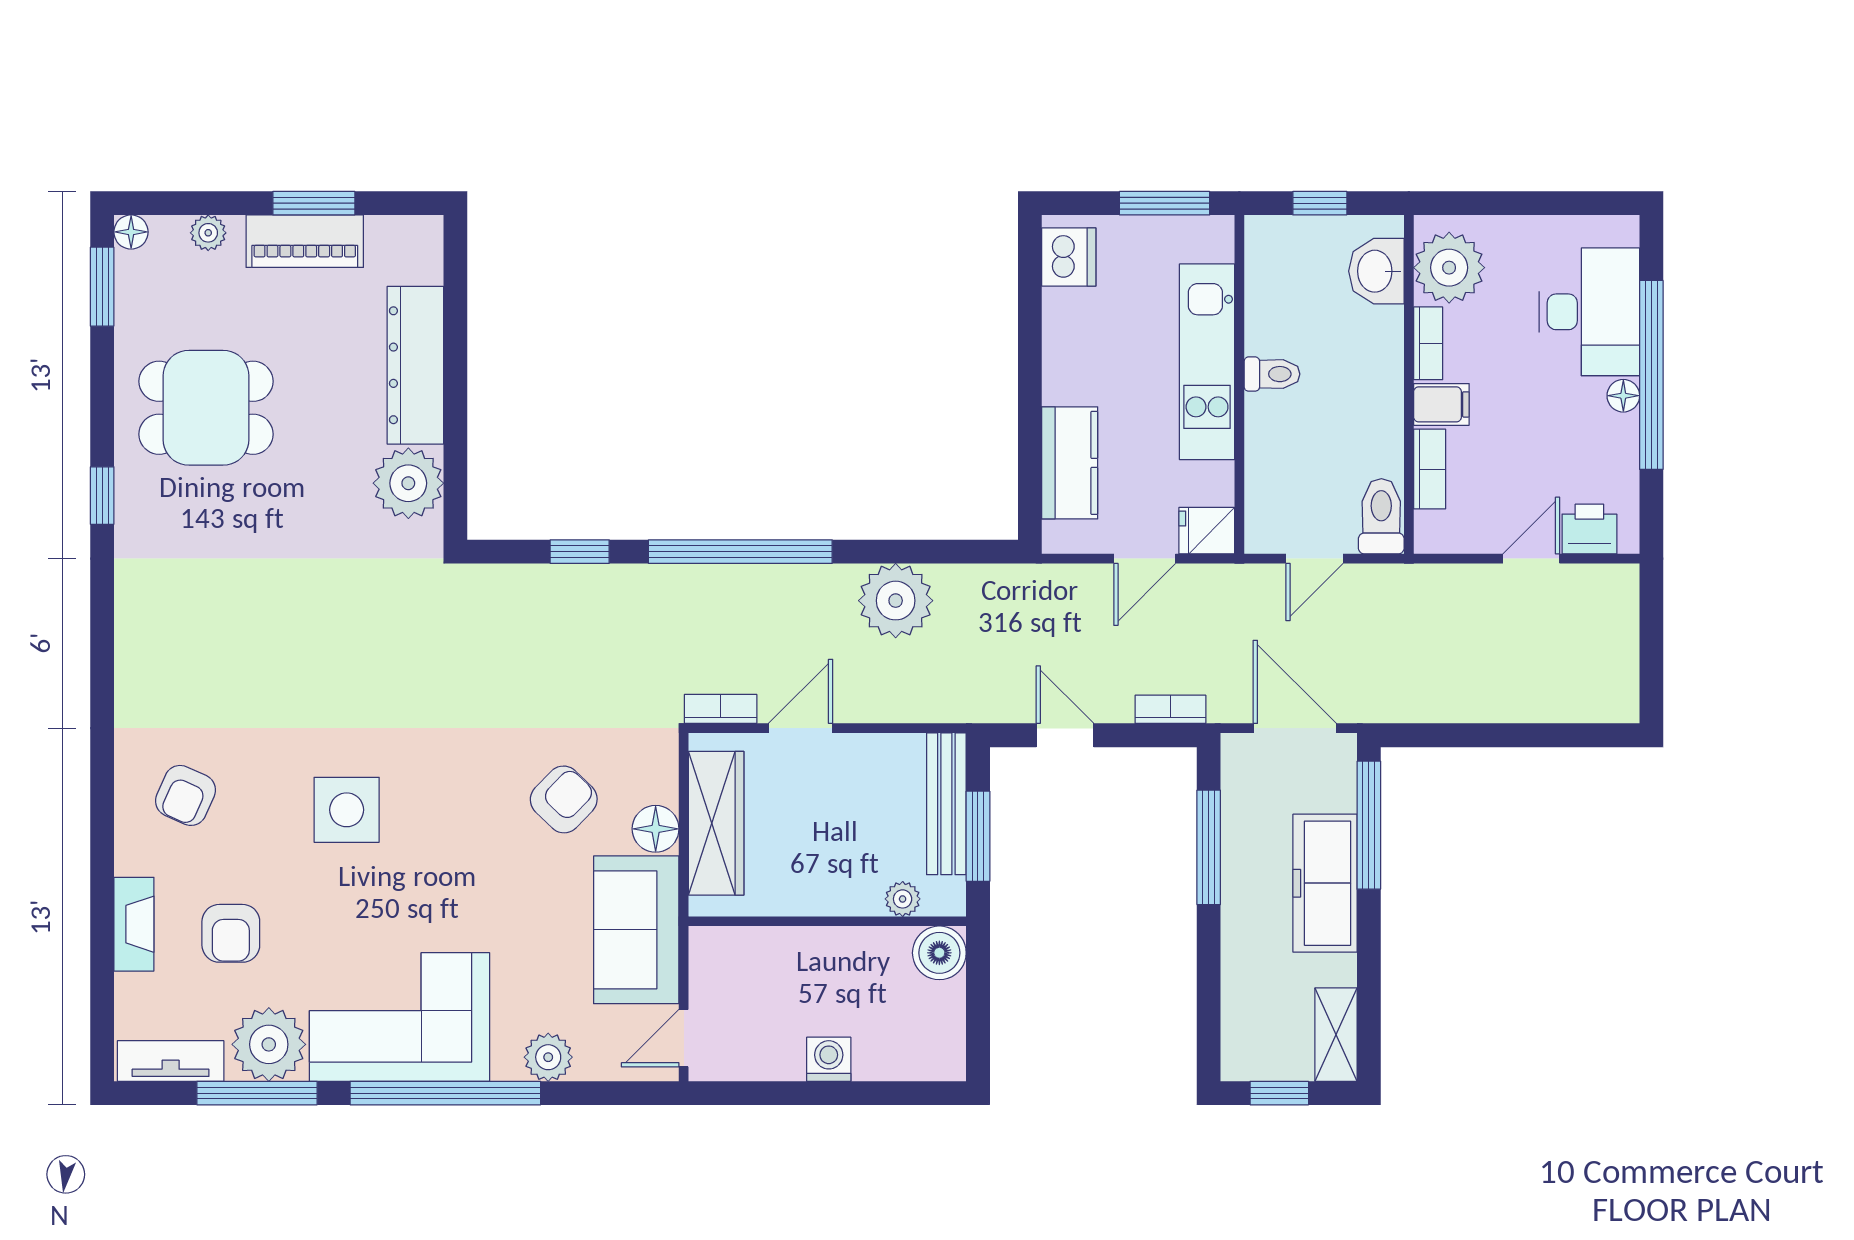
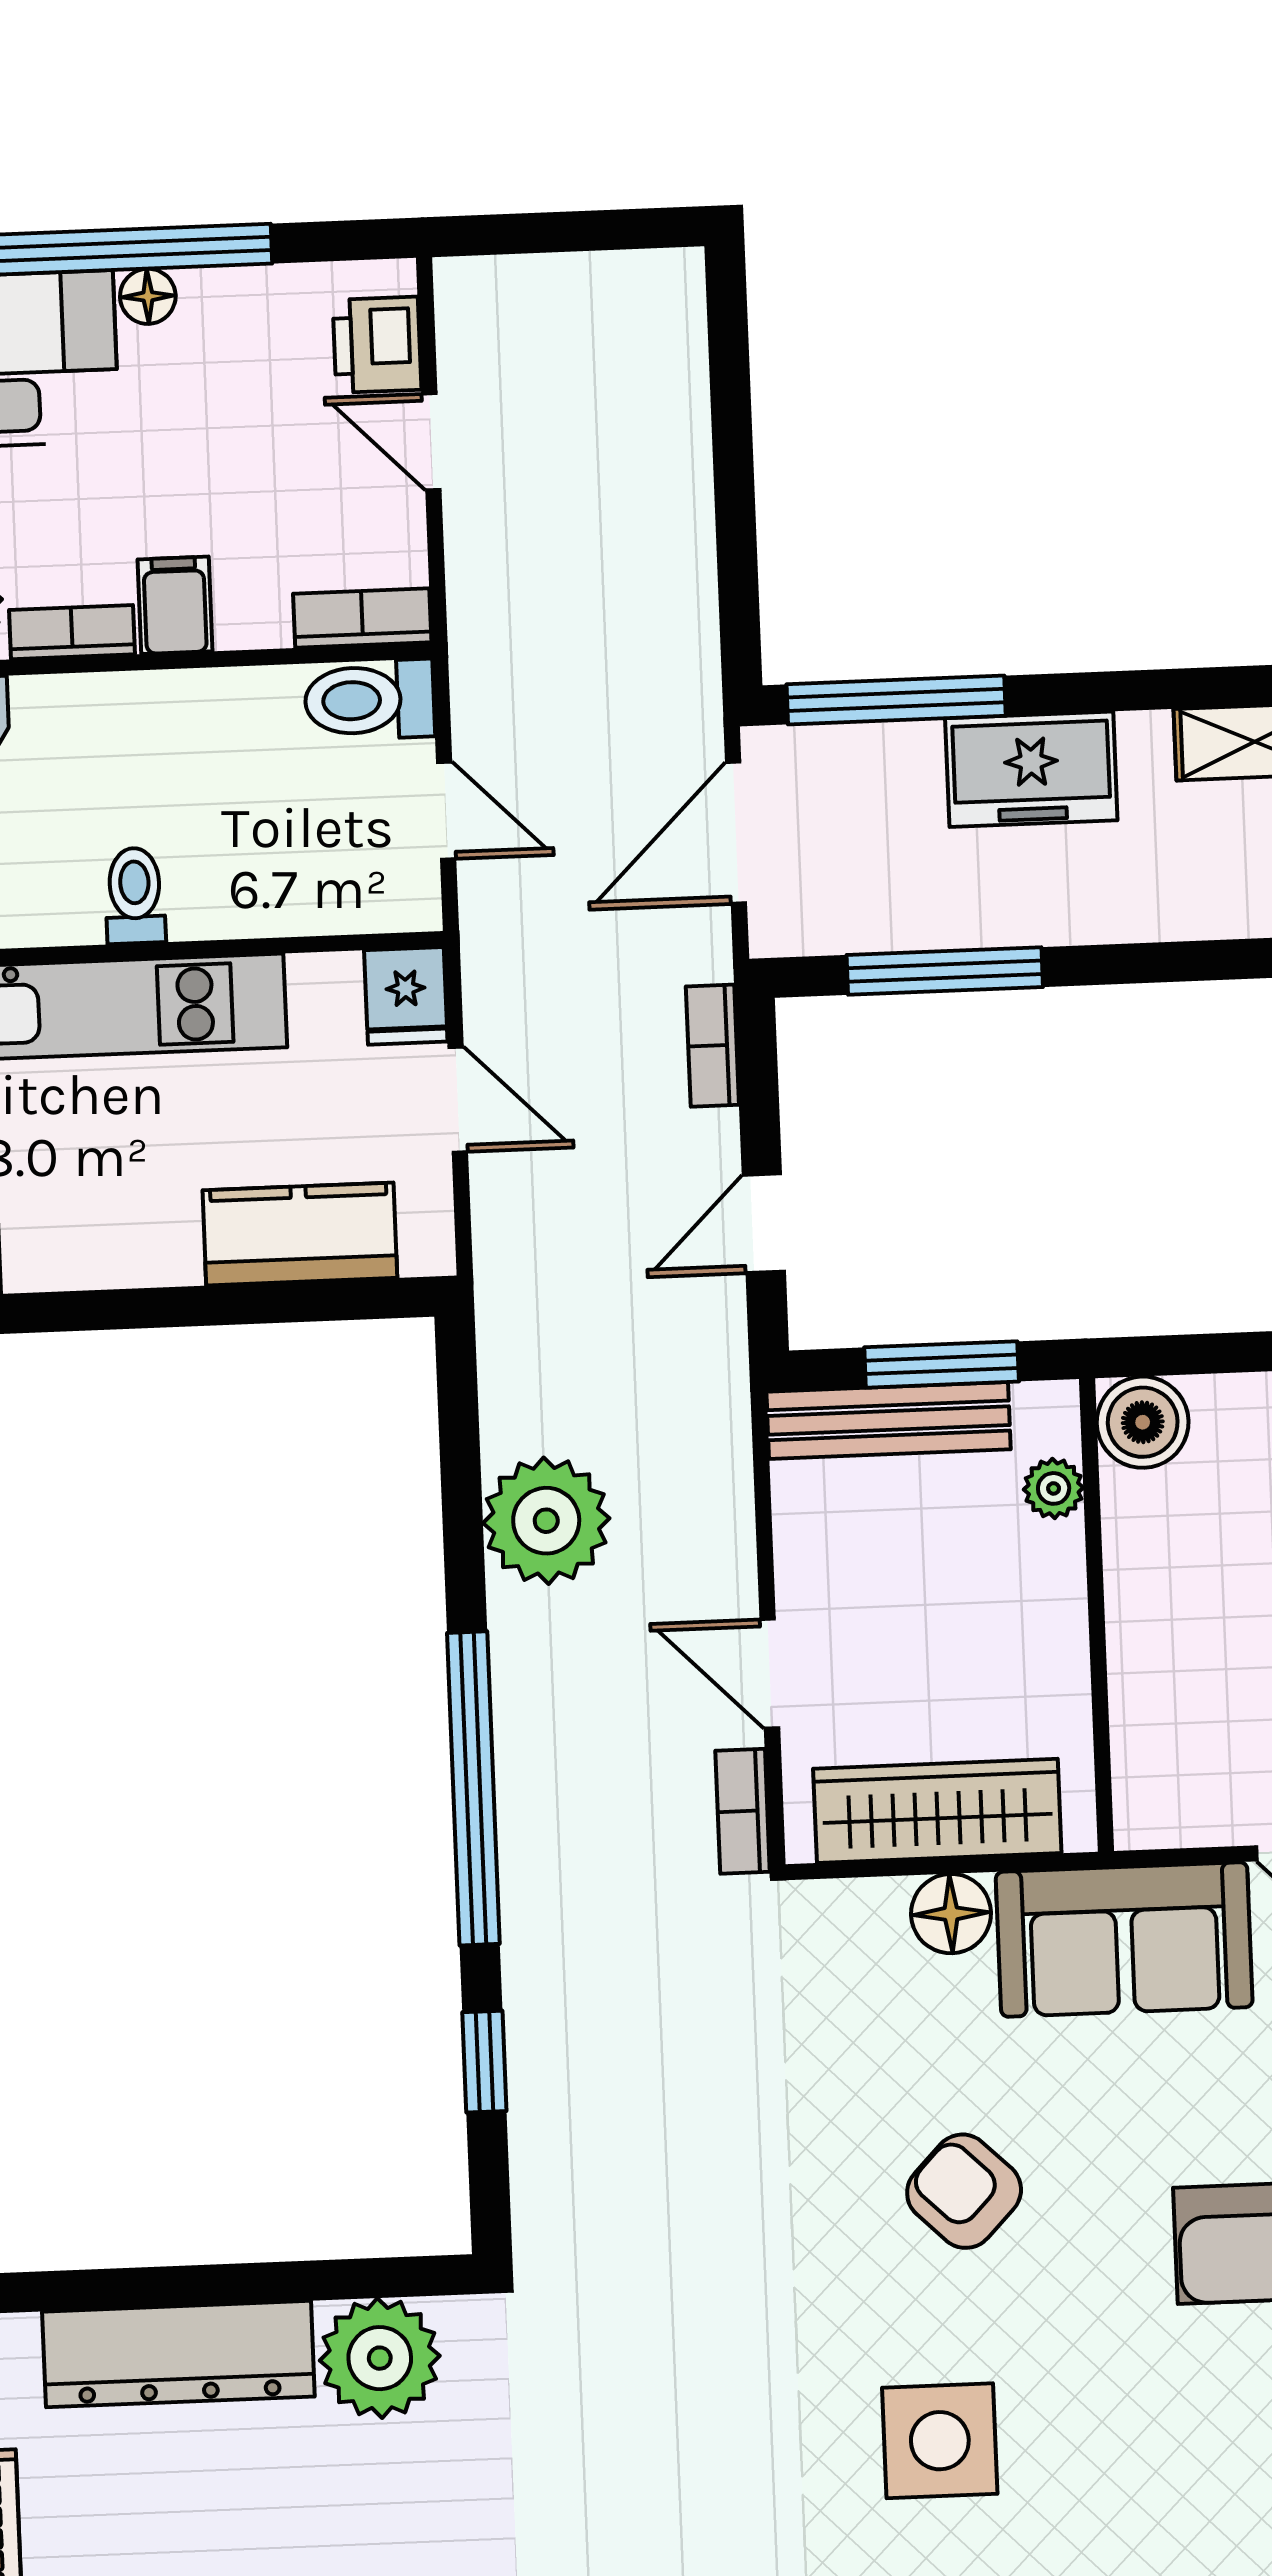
bookcase: (1430, 469) -> (362, 618), moved
armchair: (564, 799) -> (964, 2191), moved
freezer: (1325, 883) -> (1031, 769), width x0.71

